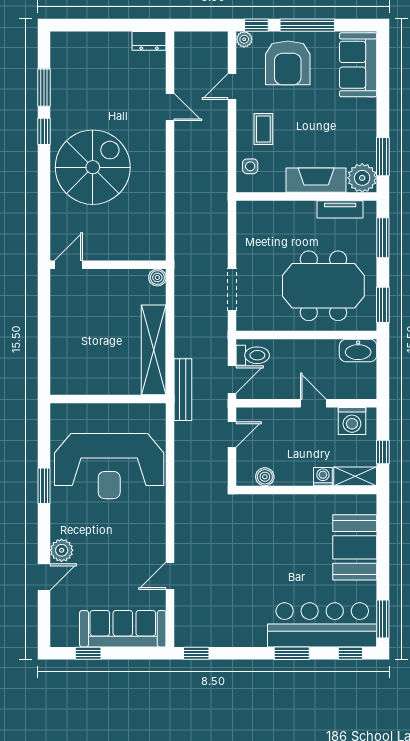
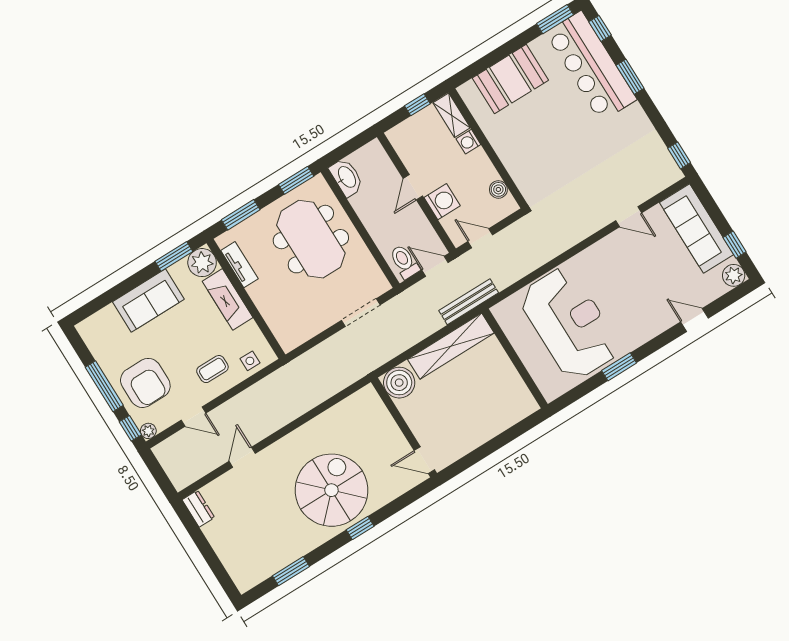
armchair: (288, 63) -> (145, 383), turned 90
sofa: (358, 65) -> (148, 301), moved
window: (44, 131) -> (360, 528), moved
spiral stairs: (93, 167) -> (331, 490), turned 90
boiler: (157, 277) -> (399, 383), width x1.86, depth x1.86
washing machine: (352, 421) -> (442, 202), moved
plant: (62, 550) -> (734, 275), moved

